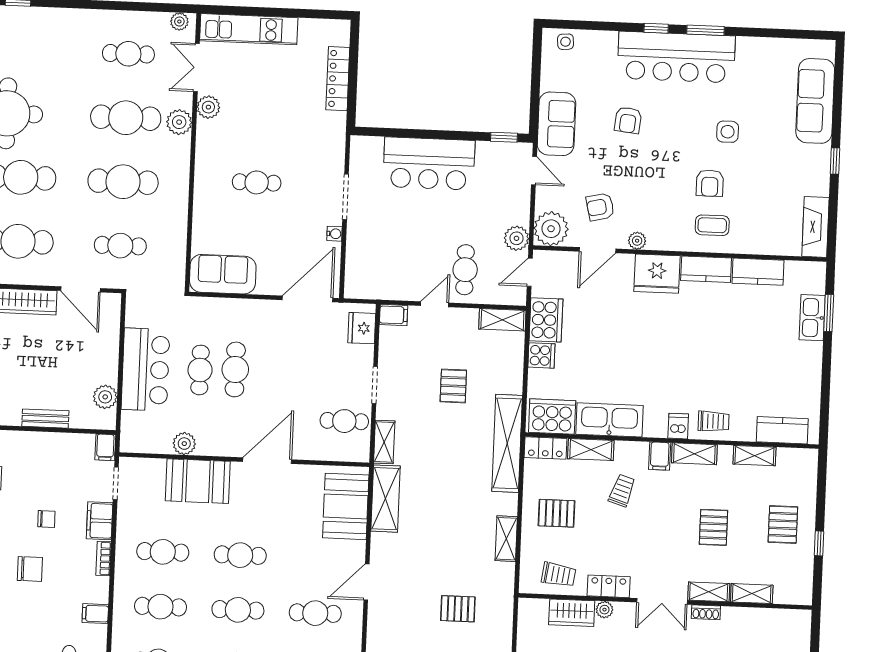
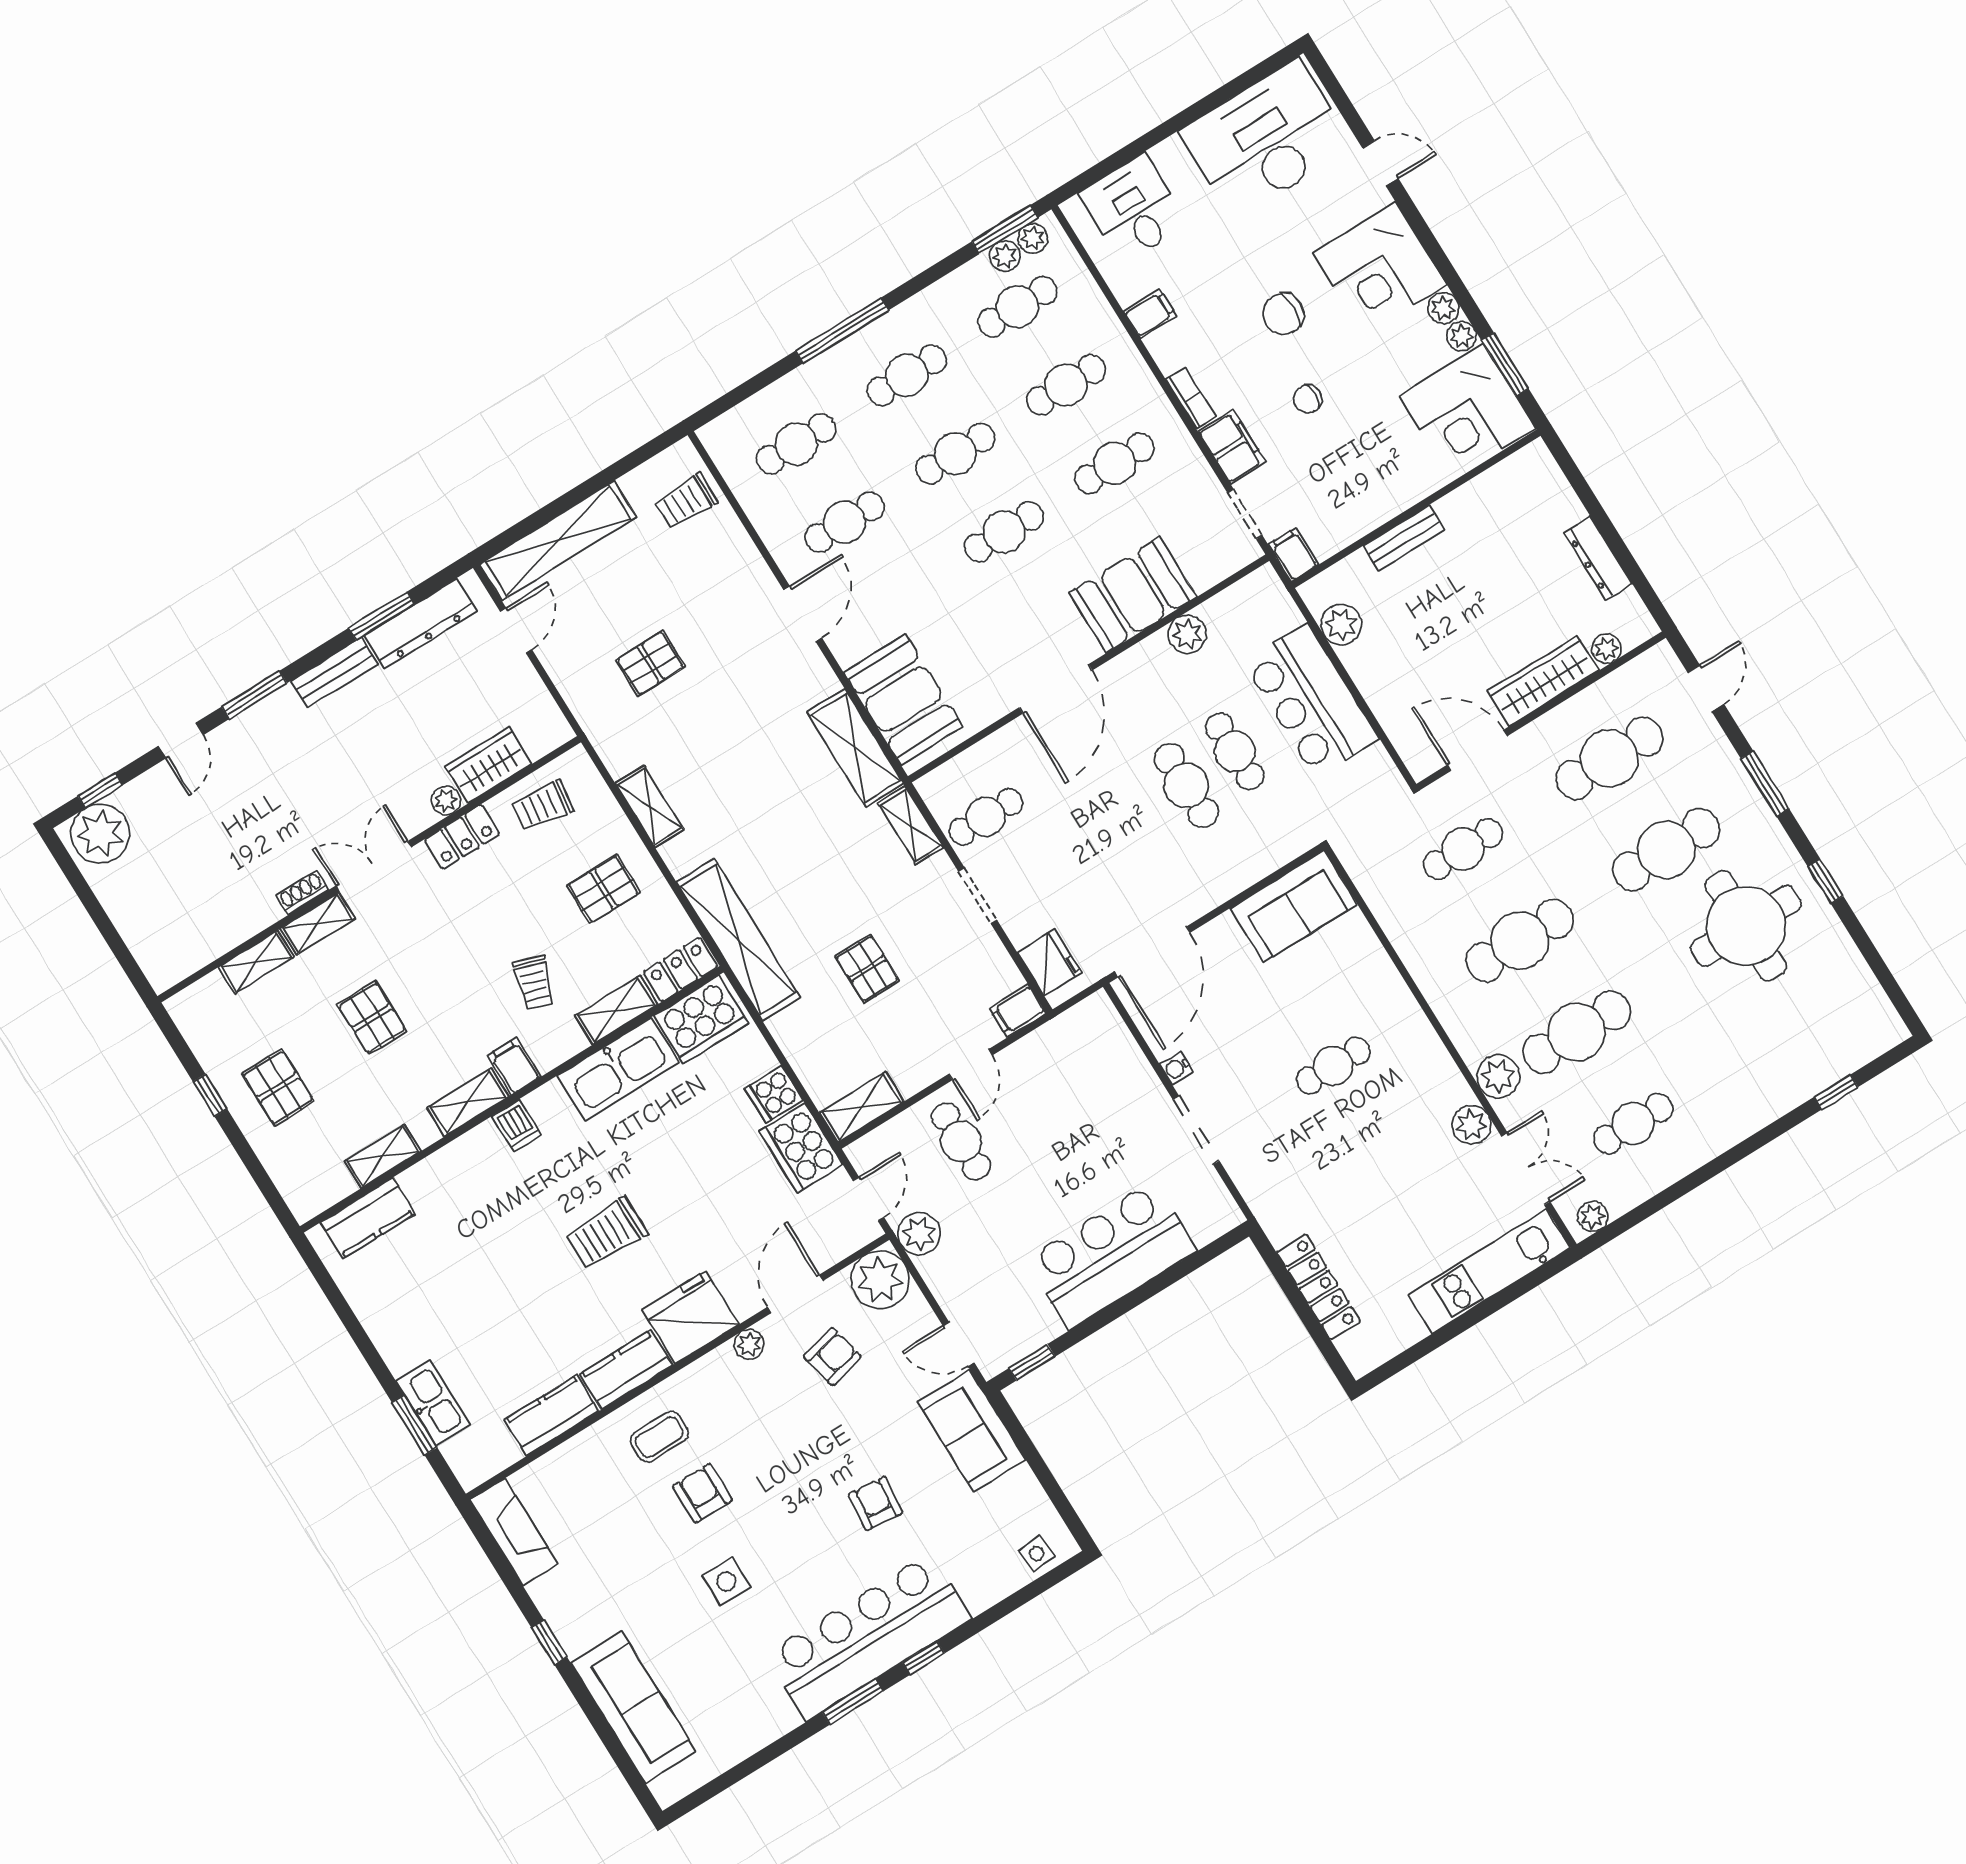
trolley: (714, 421) -> (607, 1233), moved, width x1.36, depth x1.39

